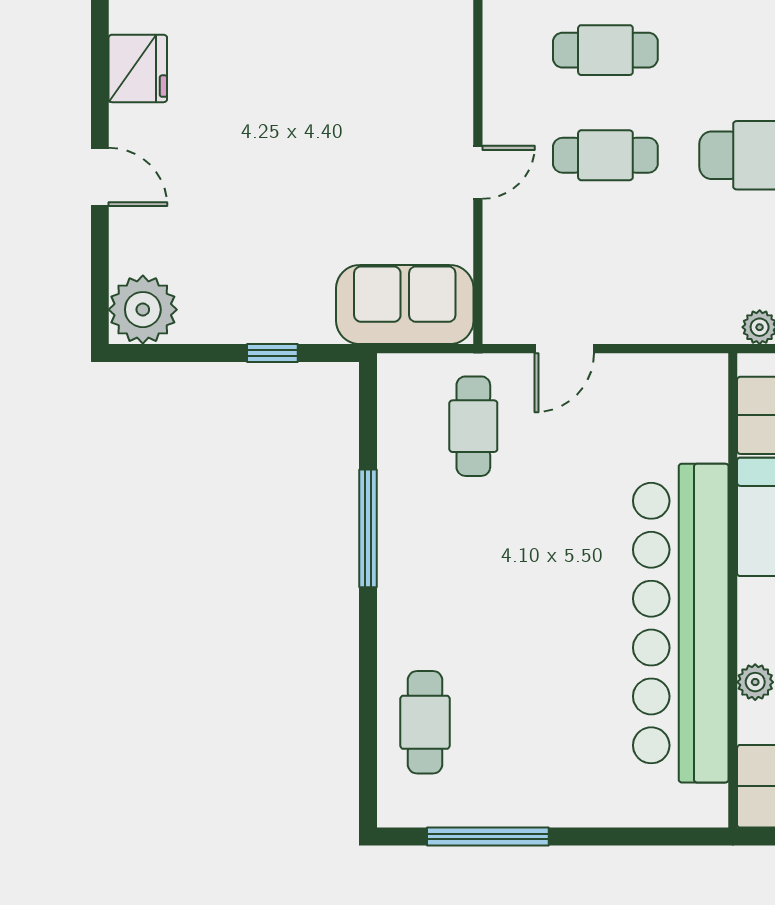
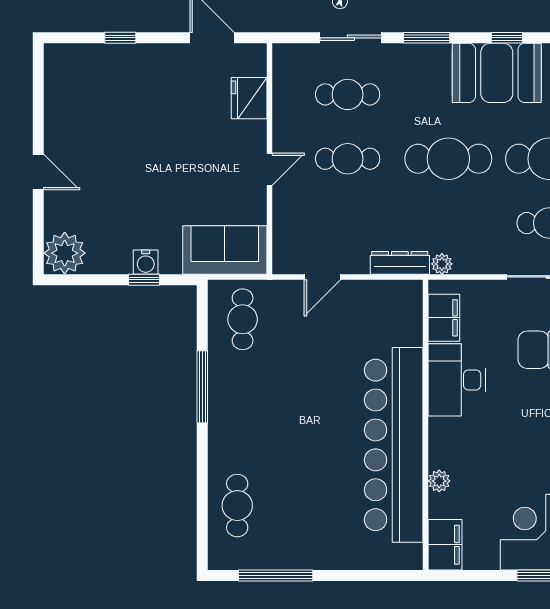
fridge: (138, 68) -> (249, 98), moved, turned 180
water cooler: (275, 324) -> (146, 262), added
dresser: (691, 325) -> (400, 263), added
cafe table: (473, 426) -> (243, 319), moved

